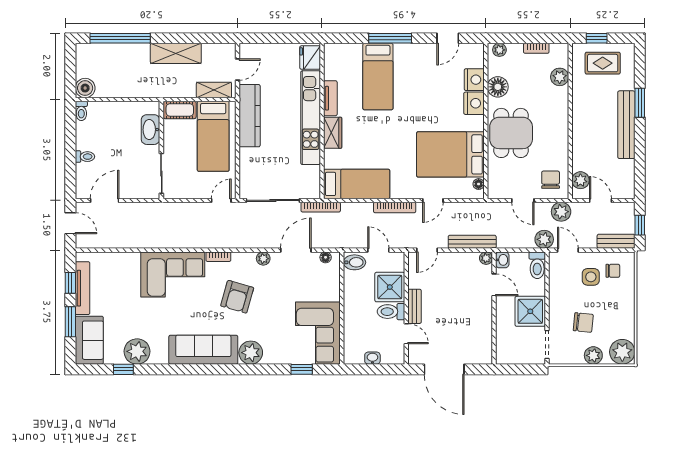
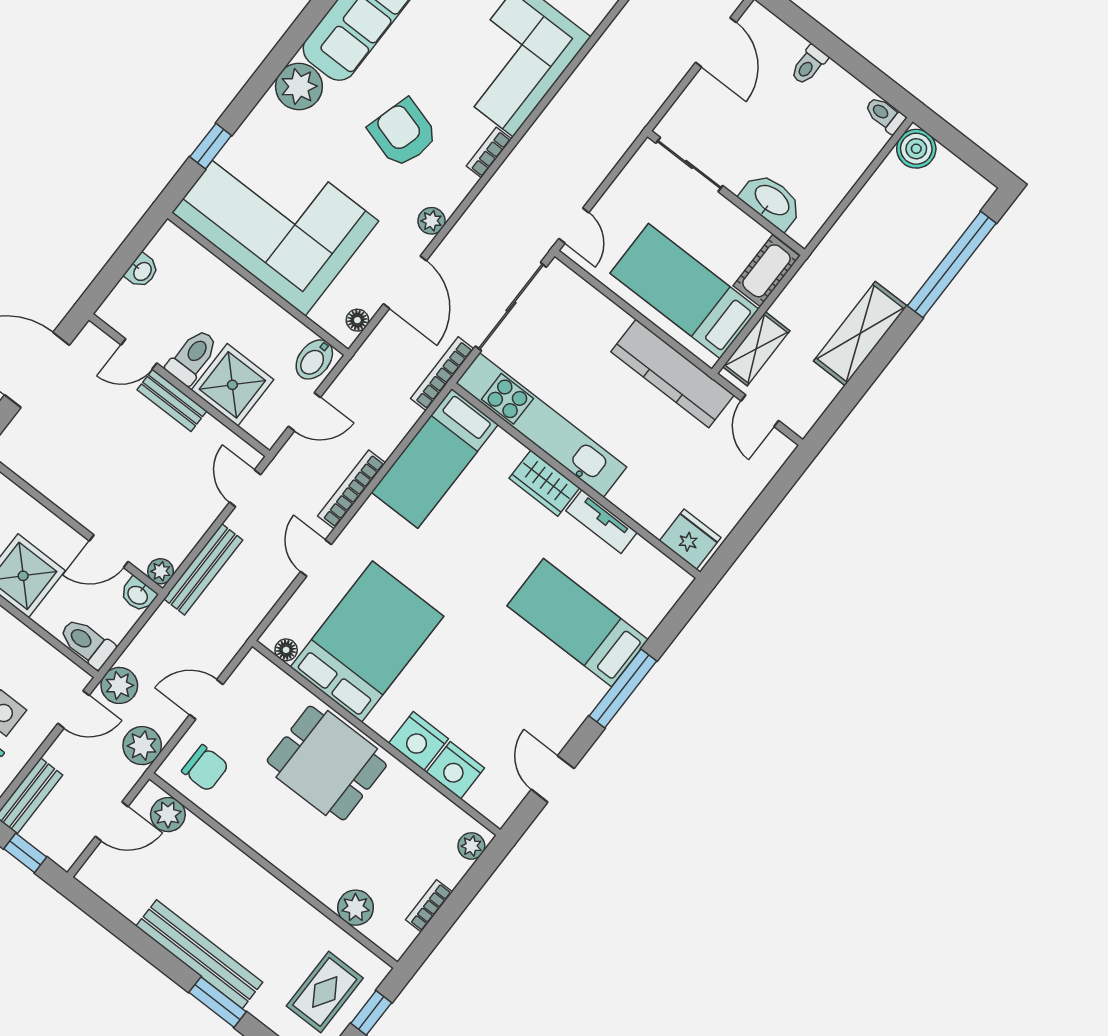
floor lamp: (498, 87) -> (415, 798), removed
kitchen unit: (311, 118) -> (541, 425), moved
corner sofa: (318, 333) -> (275, 217), width x1.36, depth x1.36

